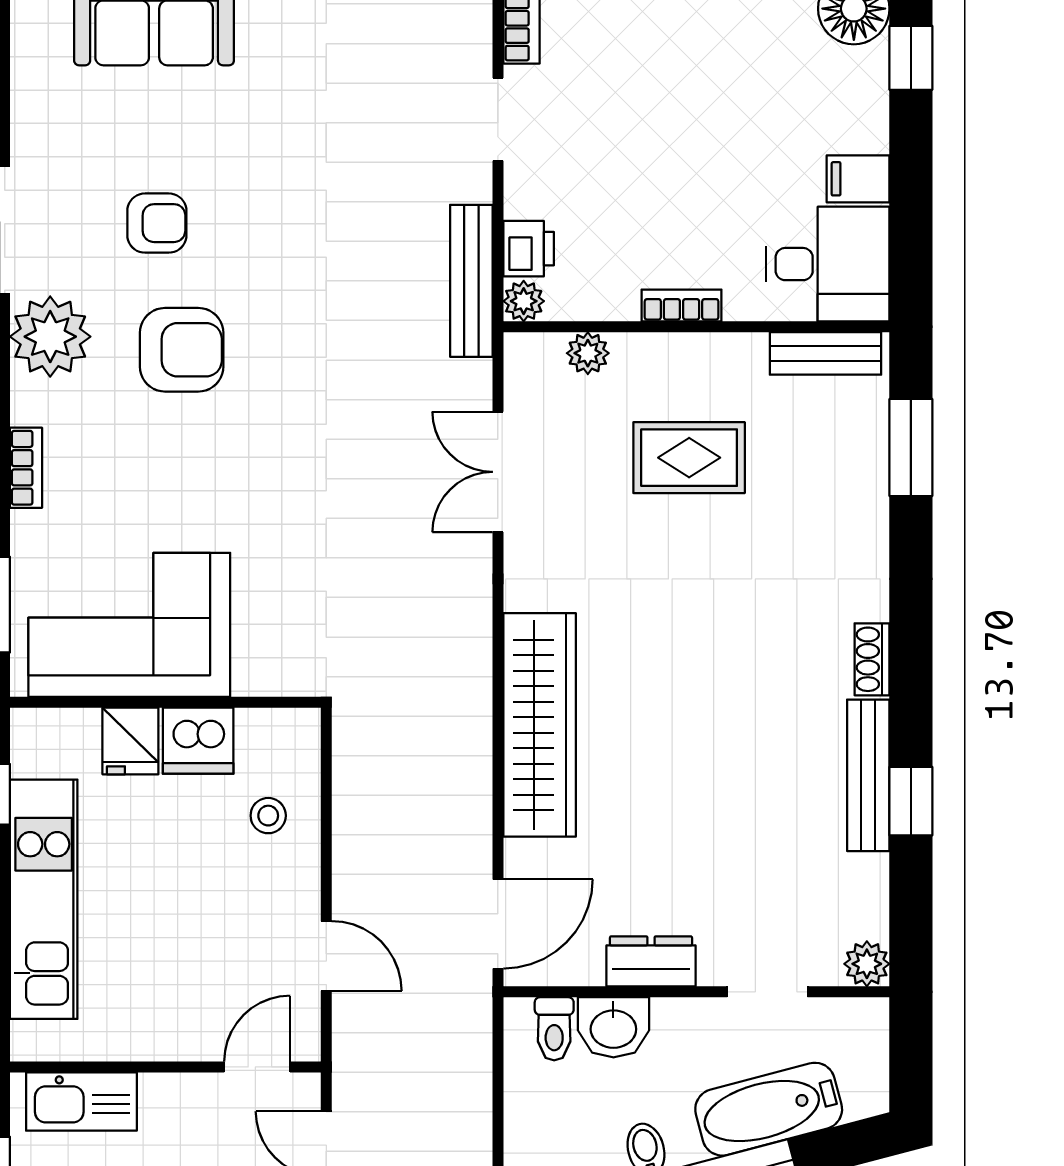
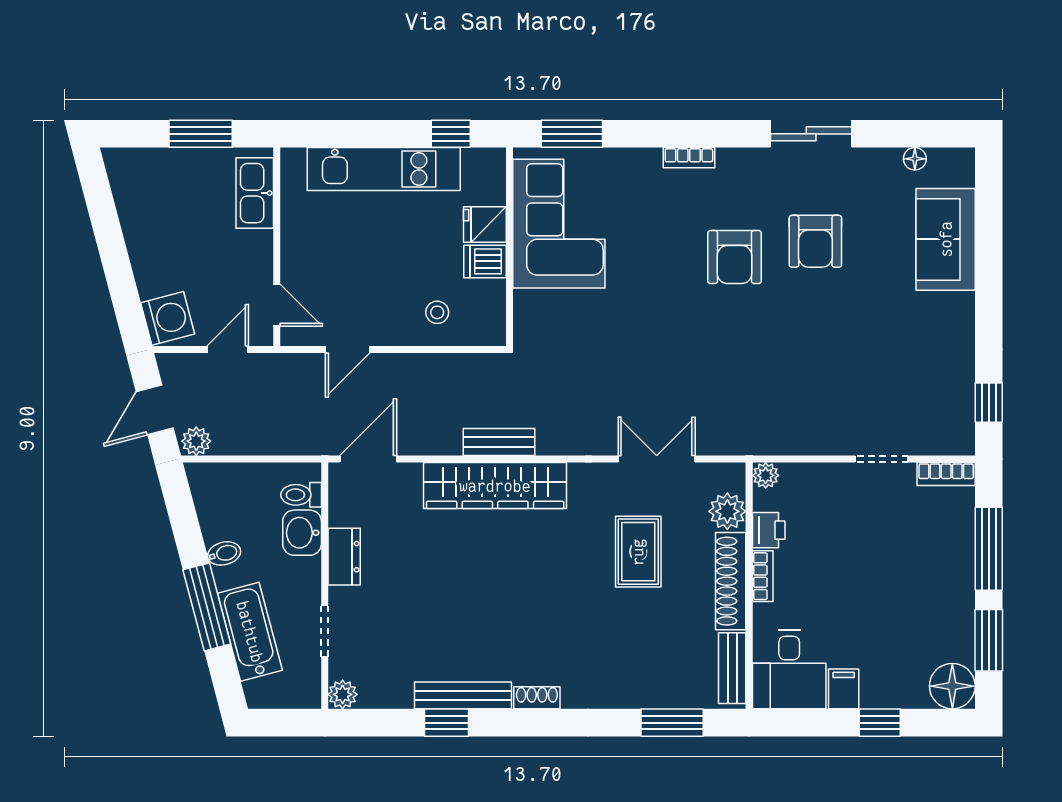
window: (911, 58) -> (880, 723), moved
floor lamp: (28, 67) -> (915, 159), added
armchair: (157, 223) -> (815, 241), width x1.38, depth x1.38
printer: (529, 249) -> (769, 530), moved, turned -90
bench: (471, 281) -> (499, 442), moved, width x0.73
plant: (50, 337) -> (743, 173), removed
plant: (588, 353) -> (727, 511), width x1.38, depth x1.38
shoe rack: (689, 356) -> (731, 581), added
rug: (689, 458) -> (638, 552), moved
bookcase: (26, 468) -> (689, 158), moved
dishwasher: (198, 741) -> (485, 261), width x0.73
door: (498, 924) -> (368, 459), swing flipped

